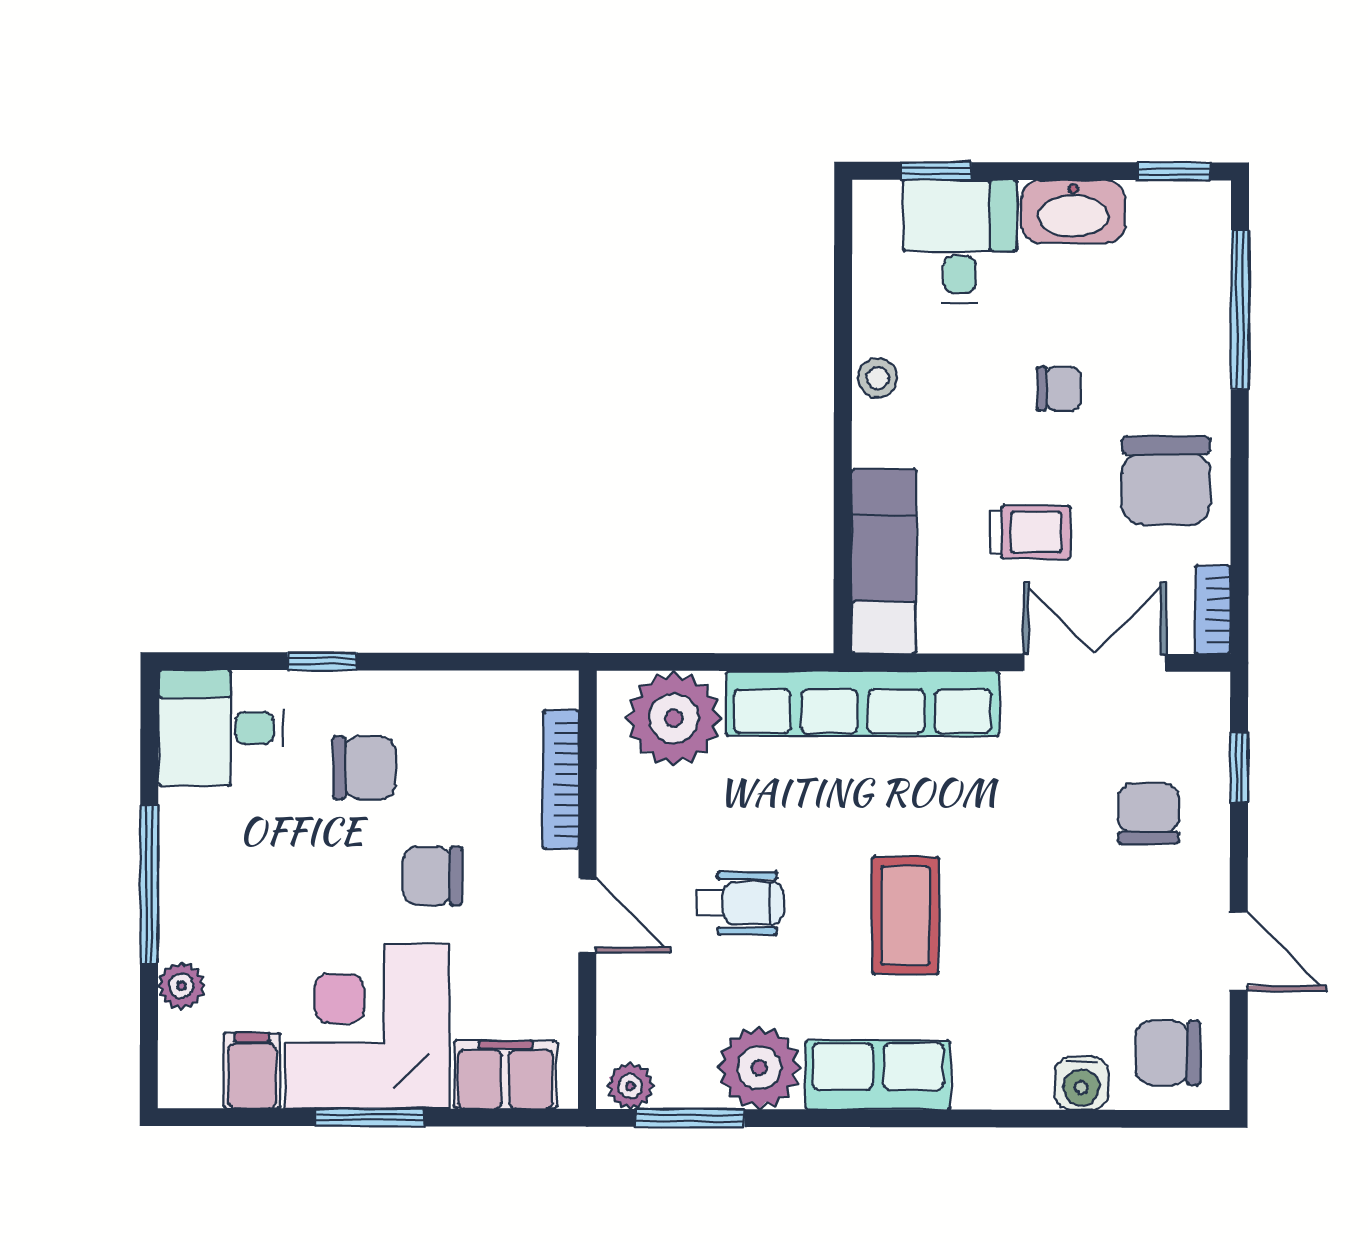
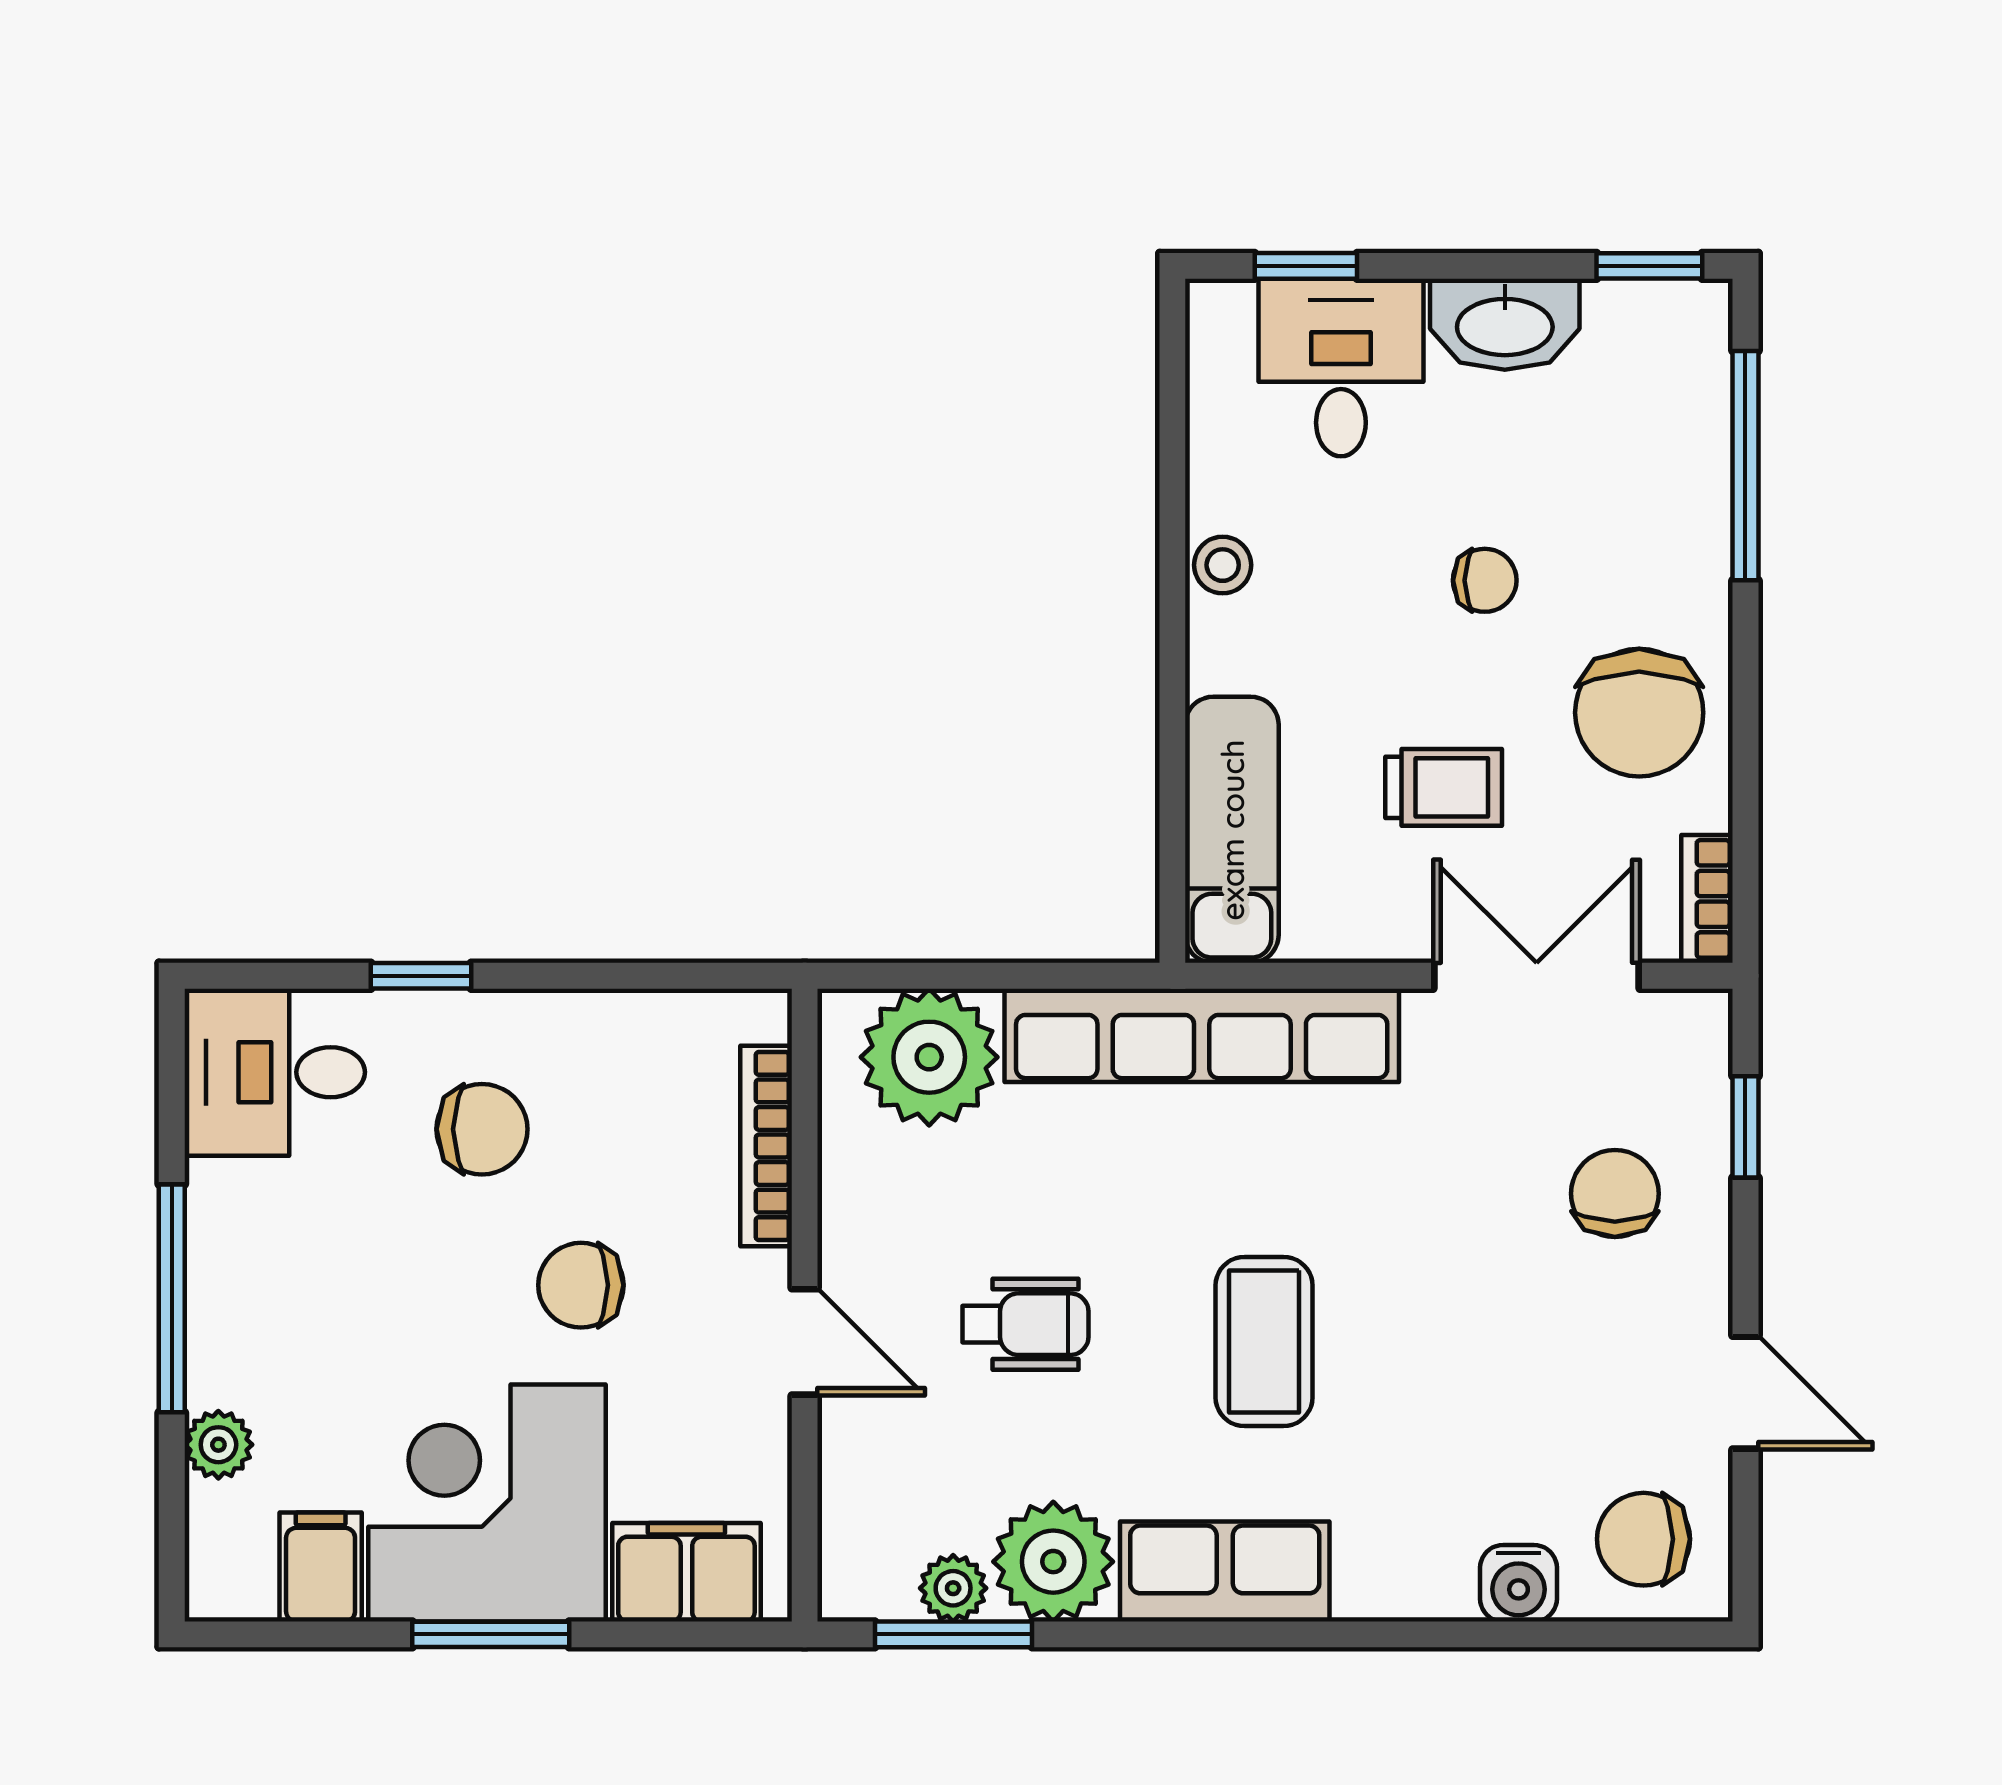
plant: (630, 1086) -> (953, 1588), moved

